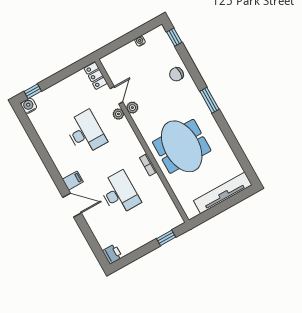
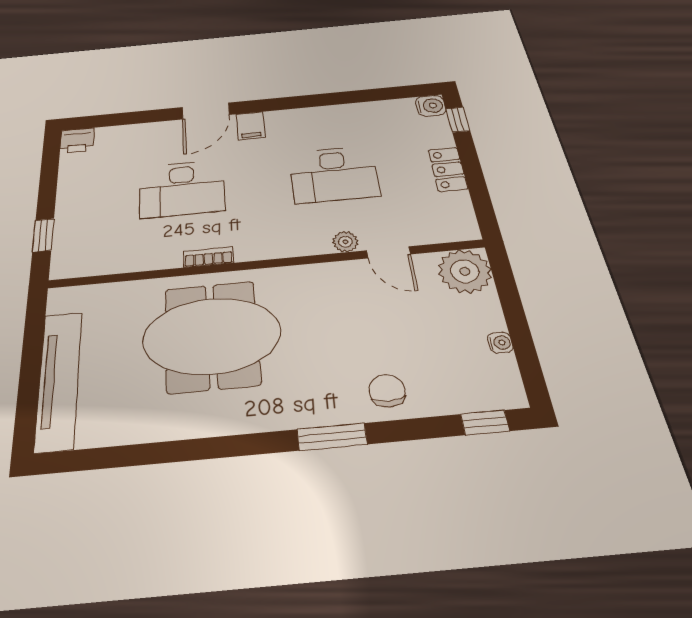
locker: (96, 76) -> (448, 169), moved, turned -90
window: (209, 100) -> (332, 437), moved
plant: (132, 108) -> (465, 271), moved, width x1.87, depth x1.87

